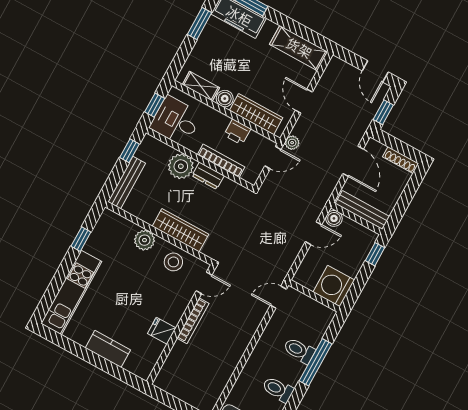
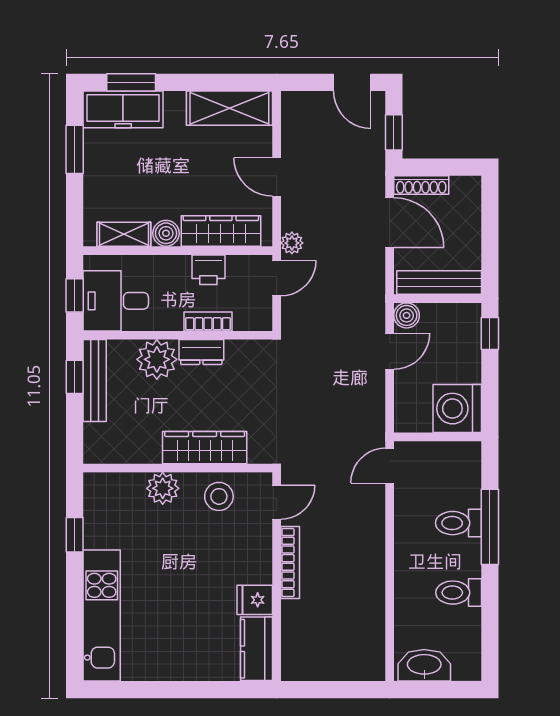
shoe rack: (401, 160) -> (421, 185), moved
bookcase: (221, 161) -> (208, 321), width x0.64
bench: (127, 183) -> (95, 381), moved
kitchen counter: (108, 349) -> (256, 649), moved, turned -90

